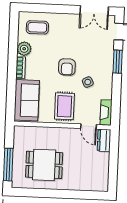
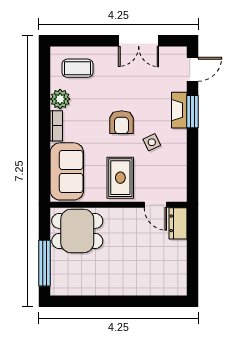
double door: (94, 10) -> (139, 41), moved
fireplace: (106, 112) -> (179, 110), moved
dining table: (44, 165) -> (77, 231), moved

